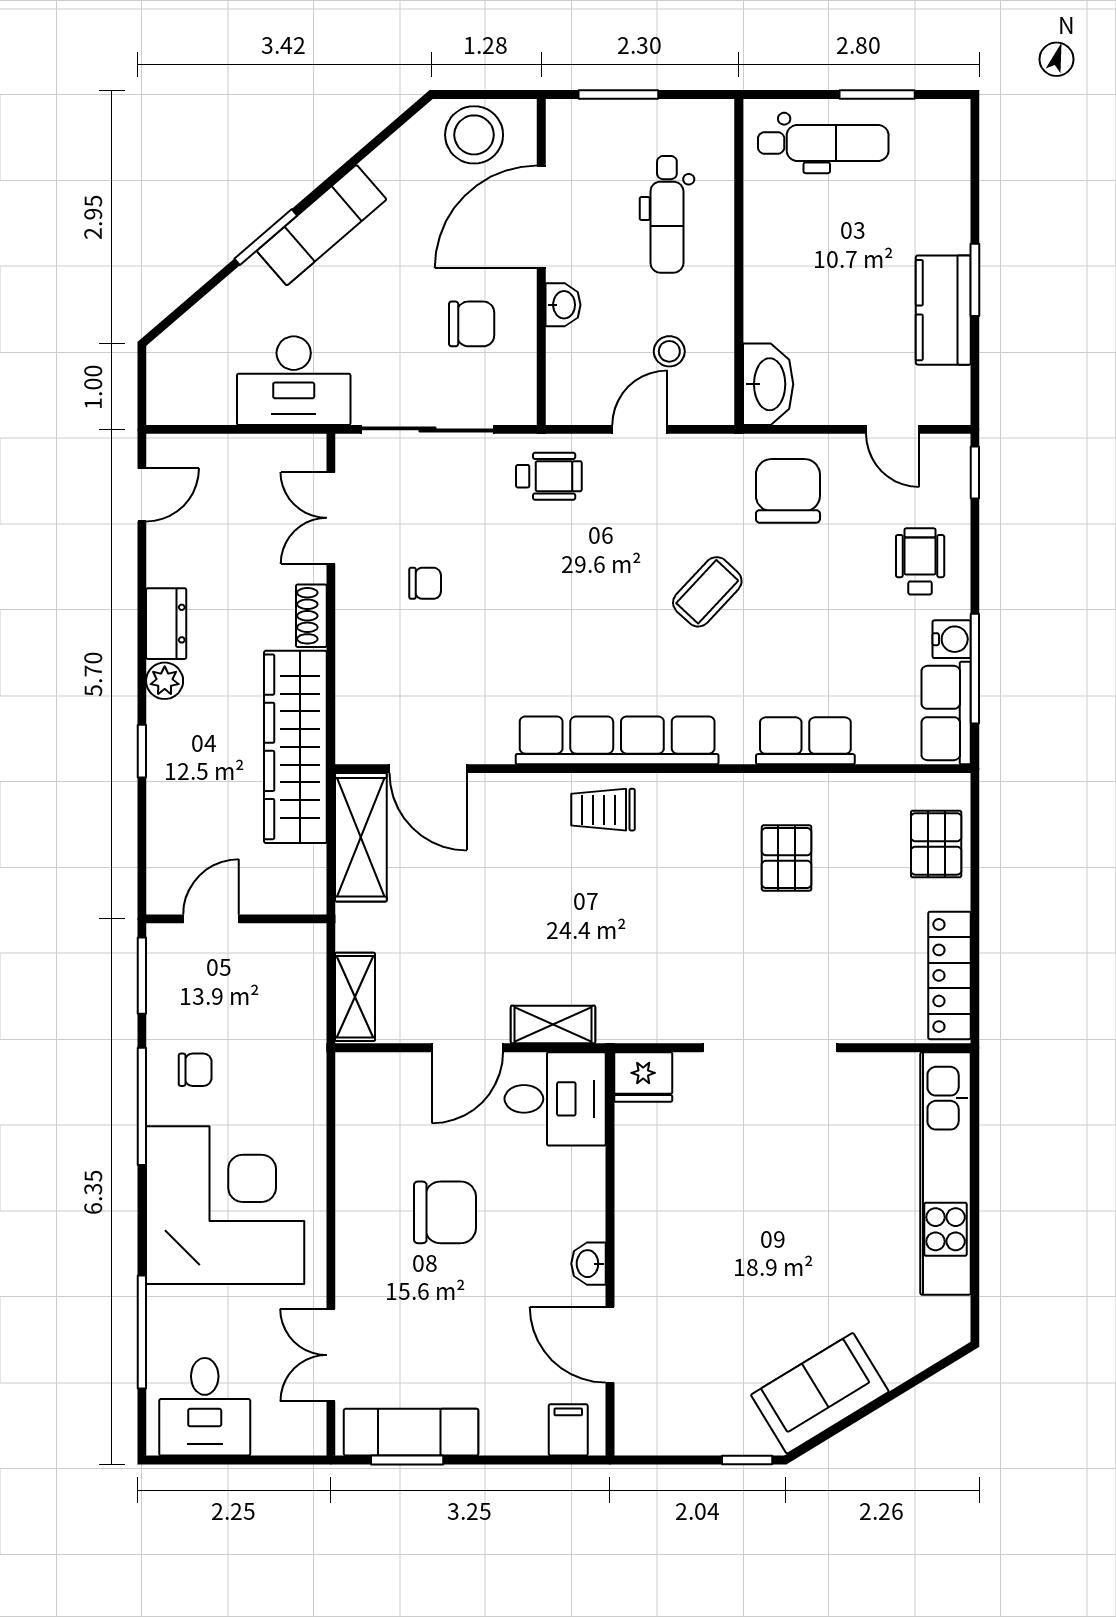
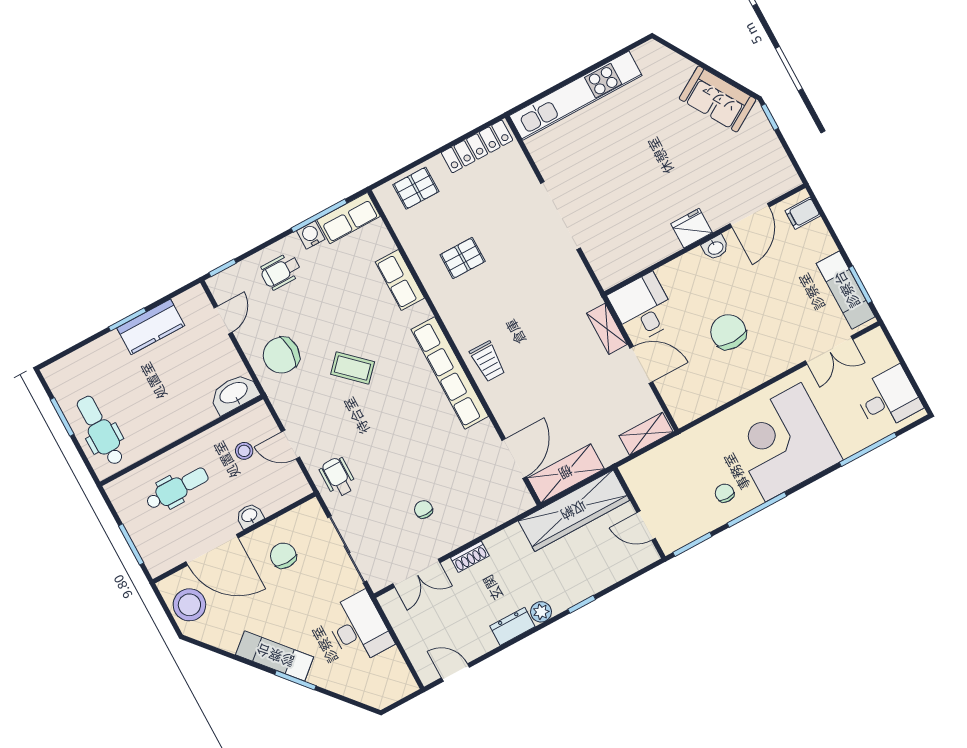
wardrobe: (295, 747) -> (574, 511), moved
fridge: (643, 1077) -> (691, 228), moved, turned -90

